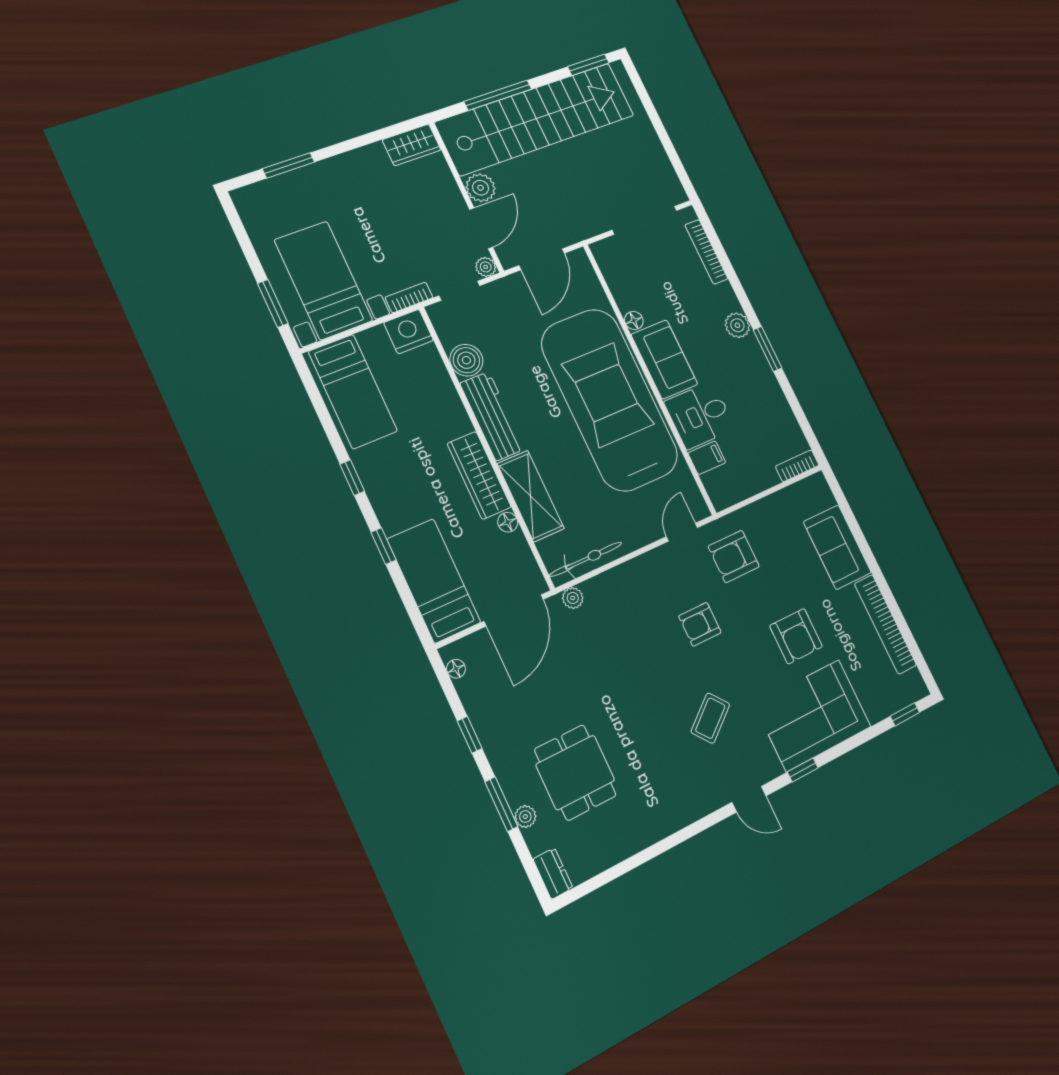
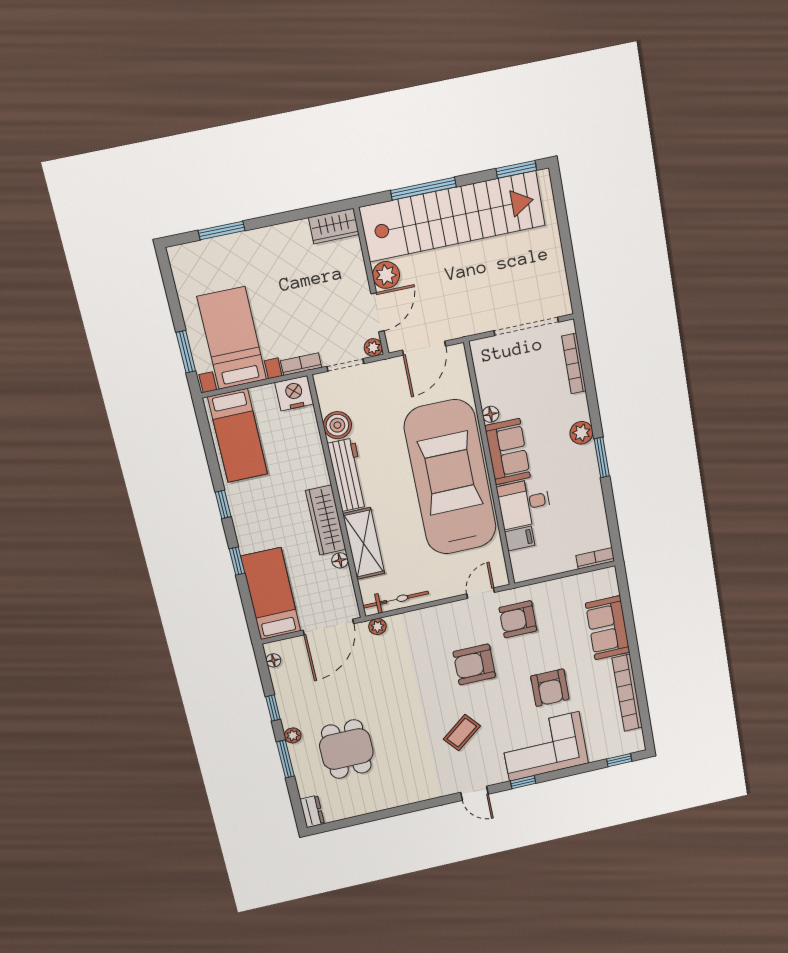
armchair: (700, 624) -> (474, 664), width x1.38, depth x1.38
plant: (525, 817) -> (293, 735), moved

